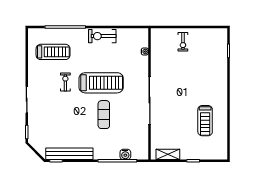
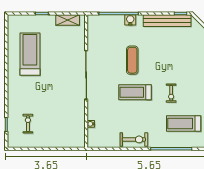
exercise bike: (183, 42) -> (28, 124), moved
treadmill: (101, 83) -> (135, 92), width x0.73, depth x0.73
treadmill: (205, 121) -> (30, 54), width x1.37, depth x1.38
water cooler: (125, 154) -> (130, 20), moved

